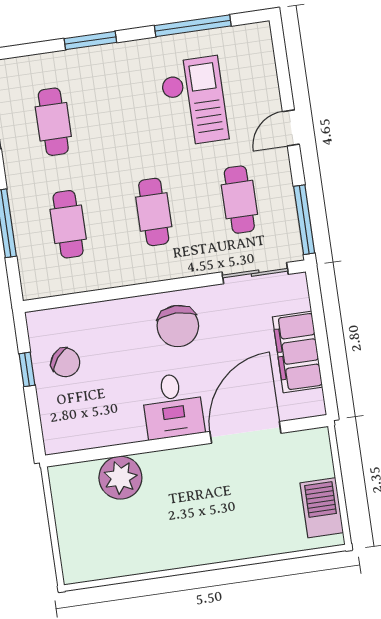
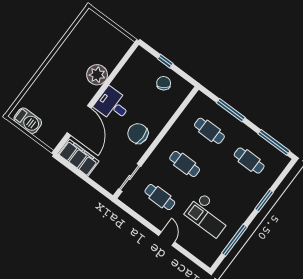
window: (304, 220) -> (131, 212), removed
filing cabinet: (297, 352) -> (79, 158), moved
chair: (65, 362) -> (164, 83), turned 108
window: (27, 369) -> (165, 61), moved
plant: (120, 478) -> (97, 75), moved

